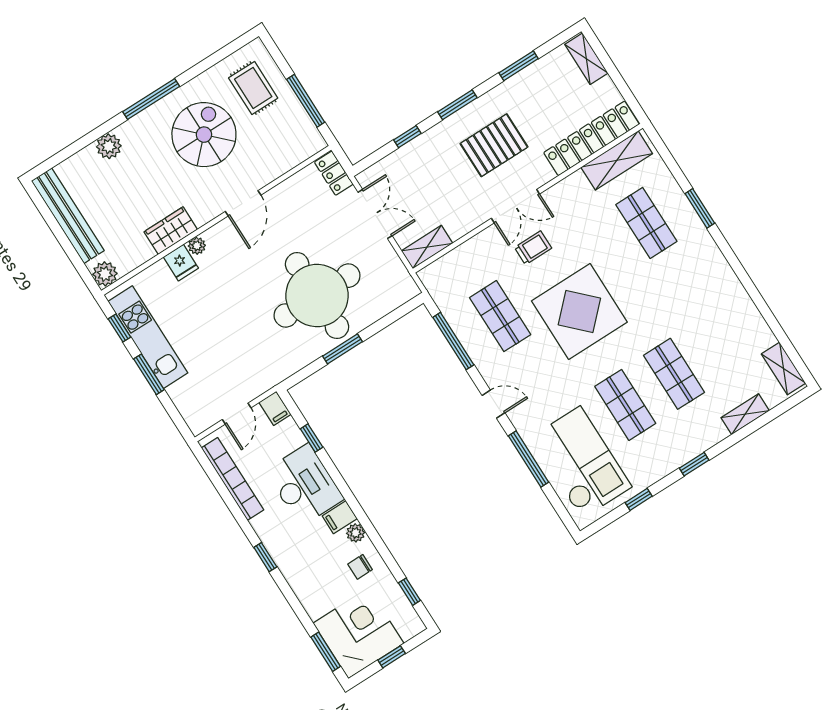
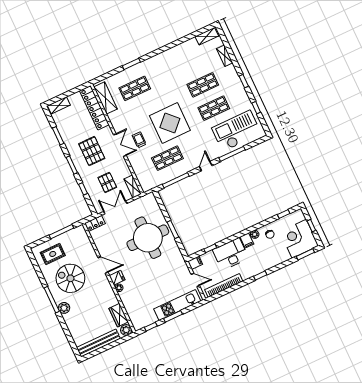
plant: (109, 146) -> (64, 308), moved
pallet: (429, 189) -> (107, 182), added
wardrobe: (171, 231) -> (119, 315), moved
fridge: (181, 263) -> (117, 278), moved
kitchen unit: (148, 337) -> (177, 305), moved

